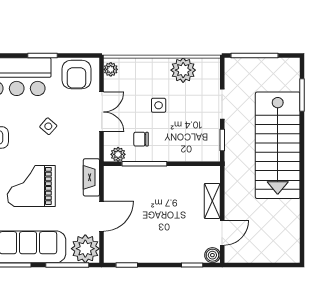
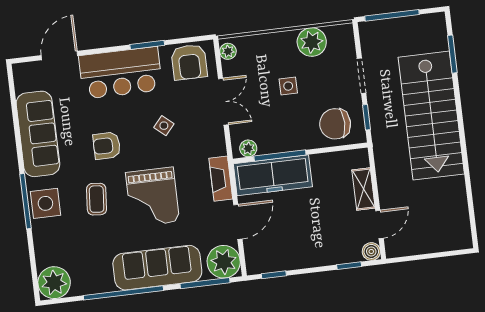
chair: (141, 139) -> (335, 124), moved, width x1.87, depth x1.87
freezer: (136, 180) -> (273, 175), added
grand piano: (31, 186) -> (153, 197), turned -90

